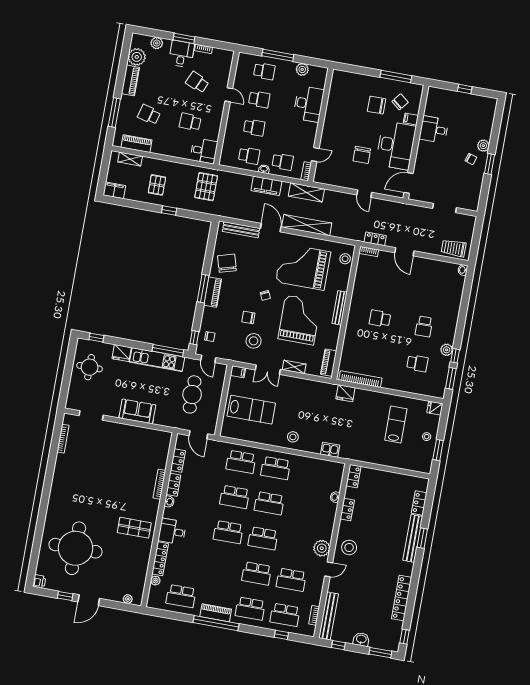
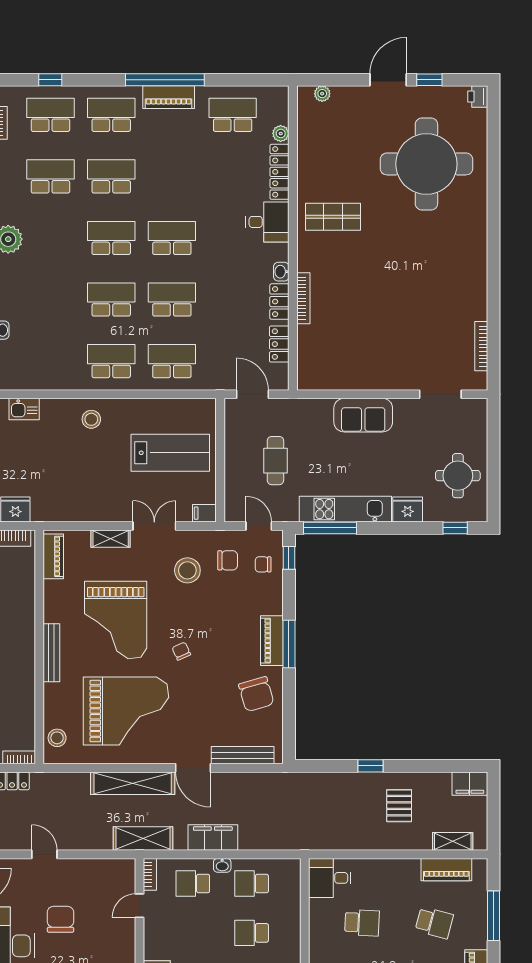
pallet: (206, 187) -> (315, 818), removed
chair: (248, 317) -> (228, 560), moved
cafe table: (192, 394) -> (275, 461), width x0.73, depth x0.74
lab bench: (251, 410) -> (170, 453), turned 180

